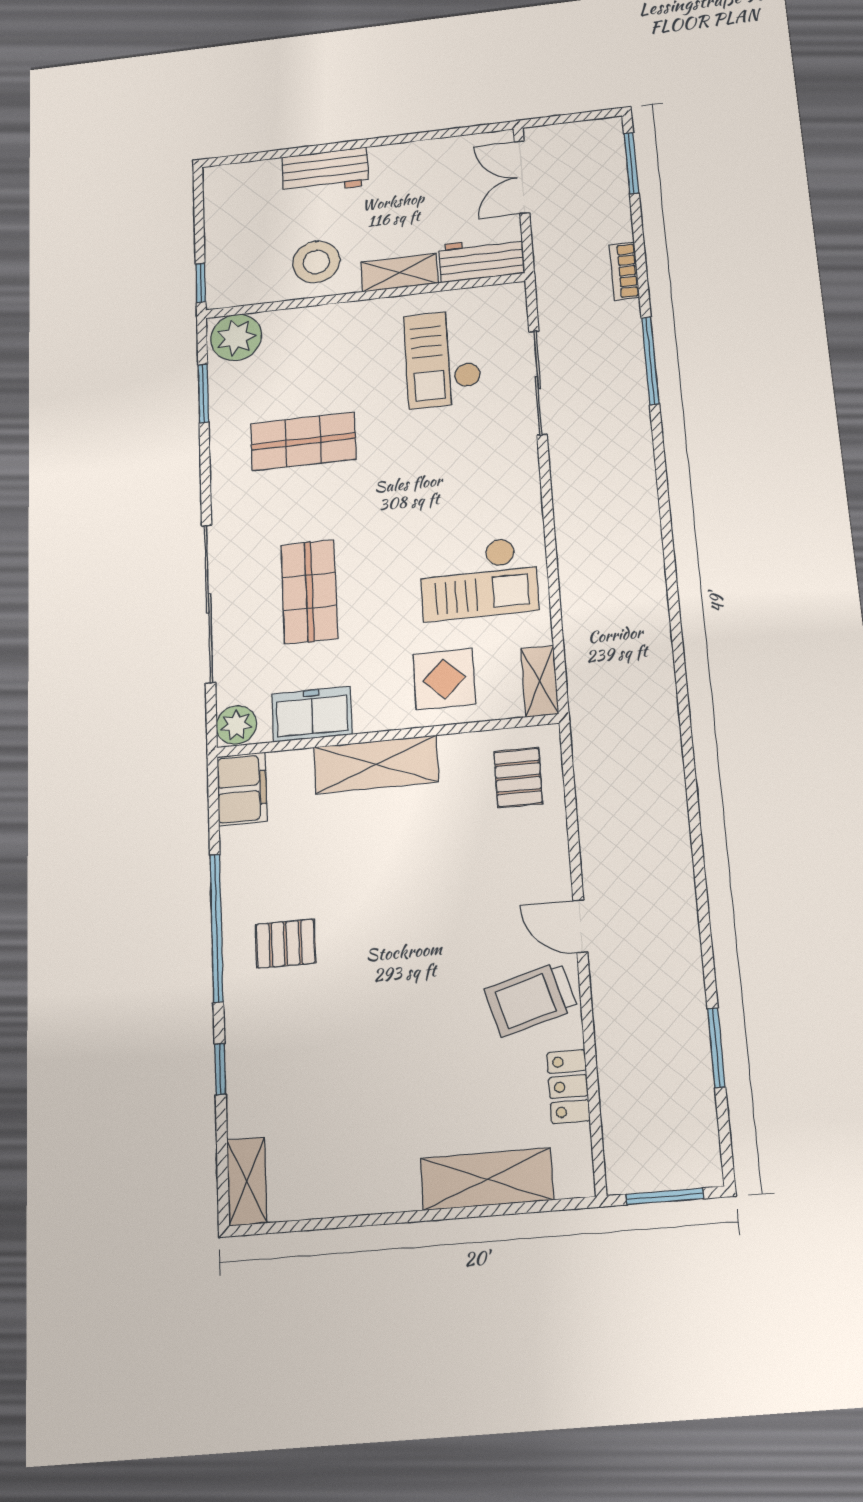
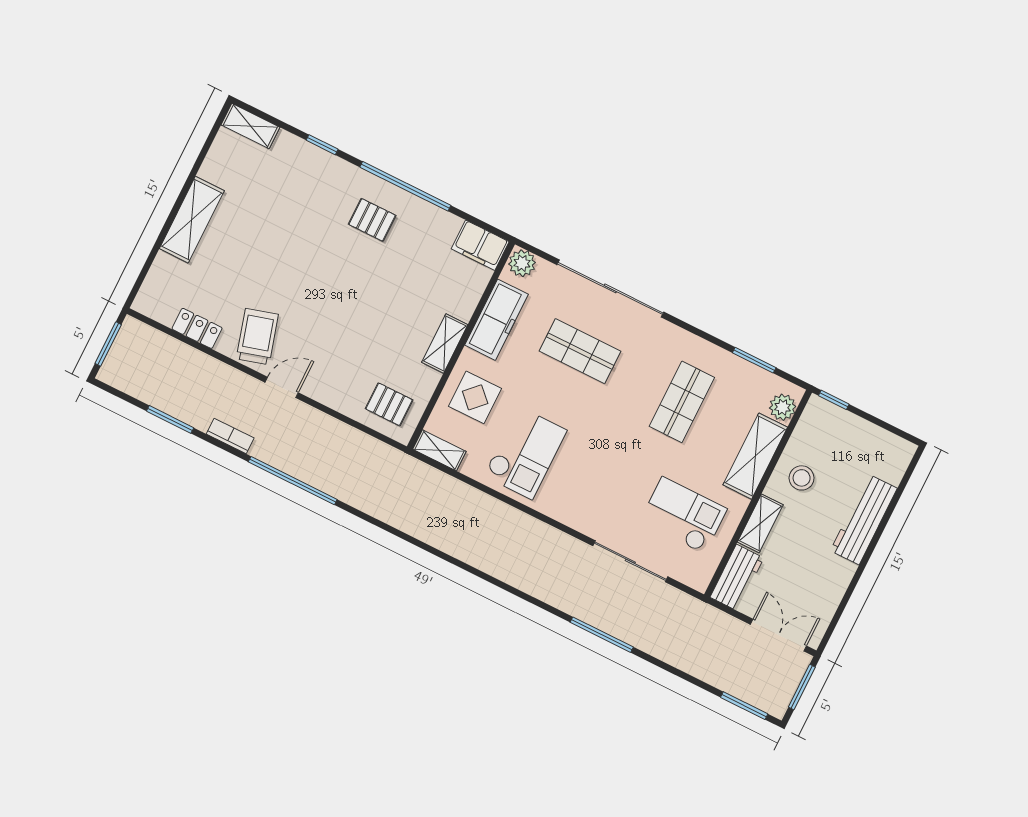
window: (568, 118) -> (802, 687), added
workbench: (325, 171) -> (864, 519), width x1.38
stool: (316, 262) -> (802, 478), width x0.73, depth x0.73
bookcase: (624, 271) -> (230, 436), moved
shelving: (321, 325) -> (755, 456), added
plant: (236, 337) -> (783, 407), width x0.73, depth x0.73
checkout: (479, 579) -> (525, 453), turned 180
freezer: (312, 714) -> (497, 320), width x1.40
shelving: (376, 764) -> (445, 343), width x0.67, depth x0.75
window: (696, 838) -> (293, 481), added
pallet: (285, 944) -> (372, 220), turned 90
shelving: (487, 1179) -> (192, 220), moved

